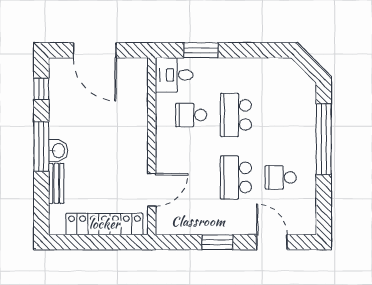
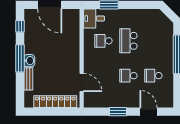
school desk: (236, 177) -> (128, 76), width x0.54
door: (152, 190) -> (82, 83), hinge flipped

